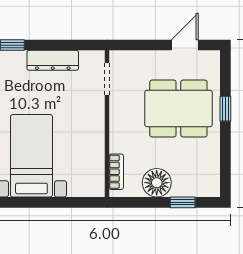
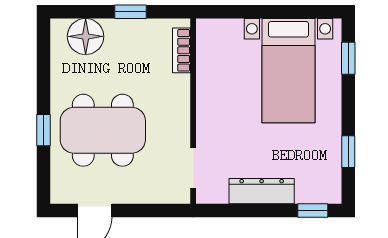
floor lamp: (157, 183) -> (86, 36), moved
window: (183, 202) -> (131, 12), moved

